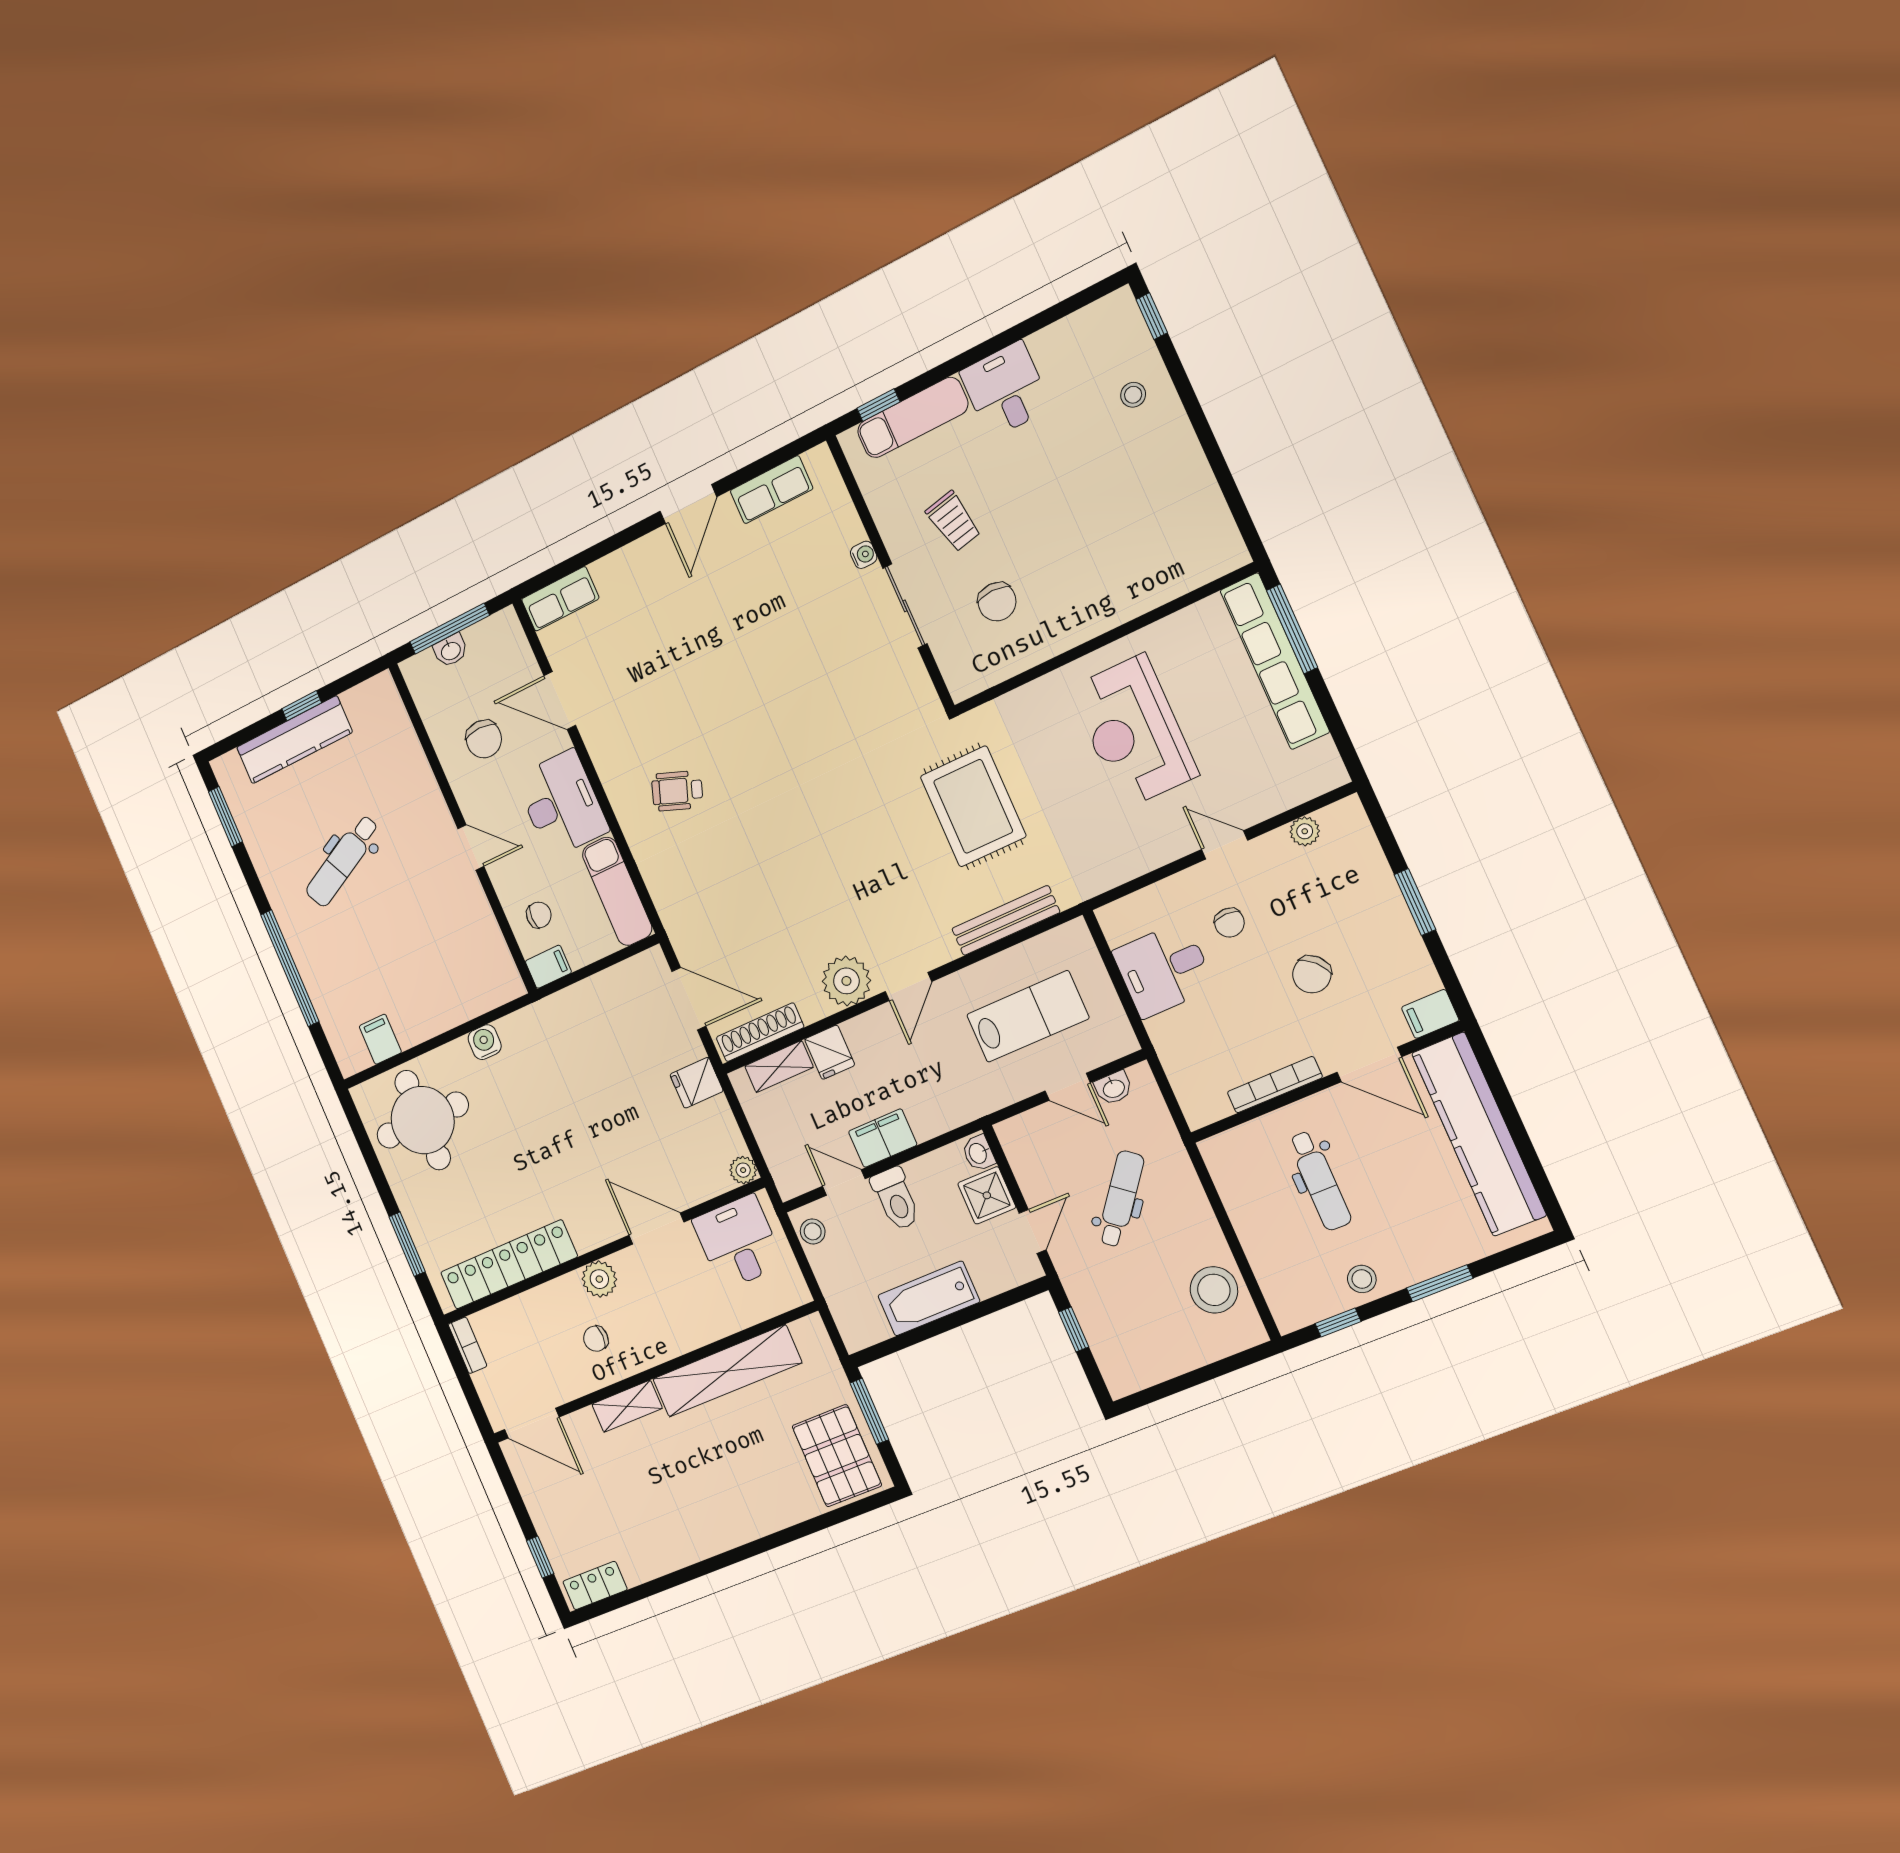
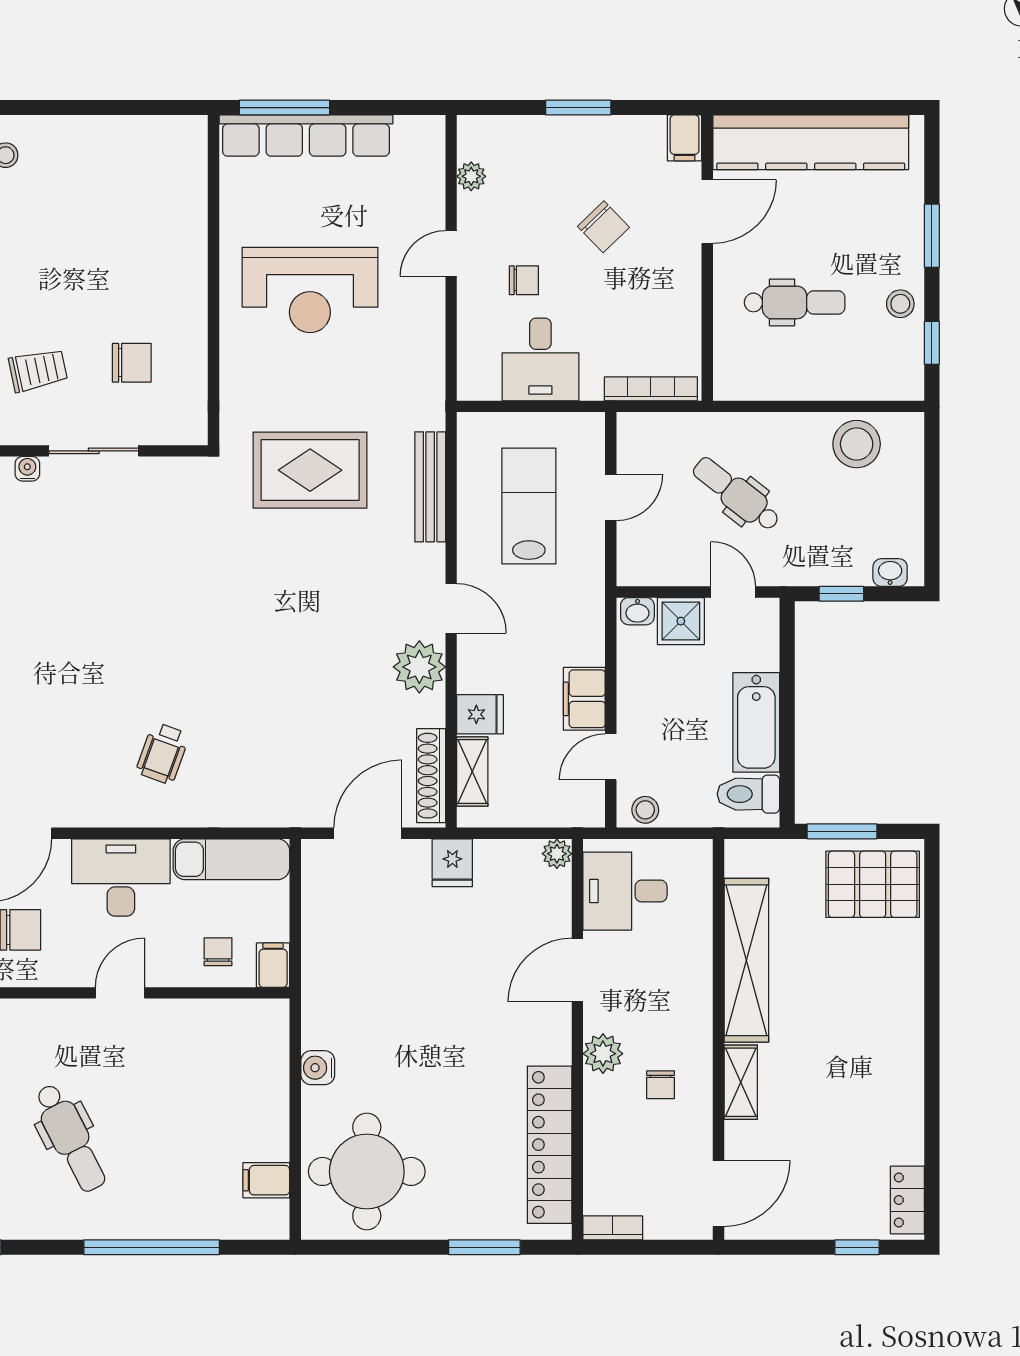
bookcase: (1275, 1085) -> (651, 389), moved, turned 90
washbasin: (1114, 1088) -> (890, 573), moved, turned -90
toilet: (896, 1199) -> (748, 794), moved, turned 180

